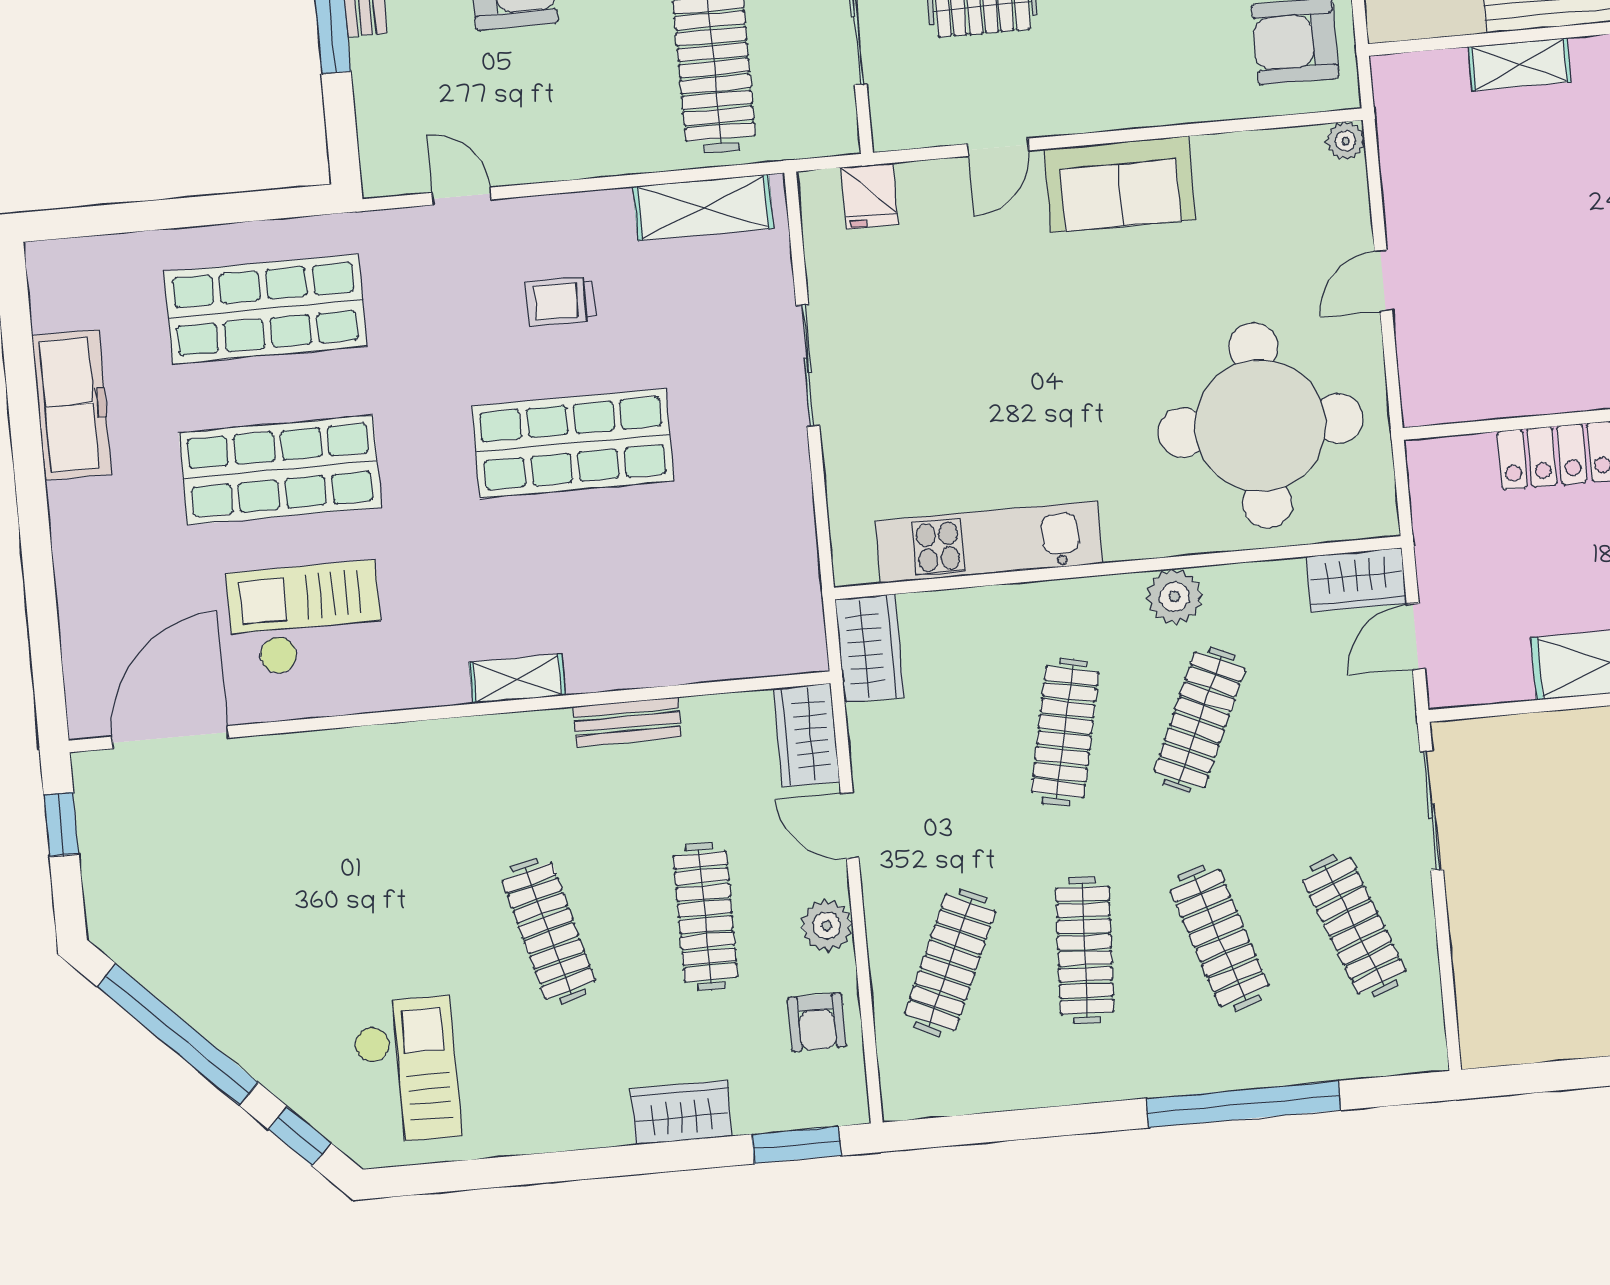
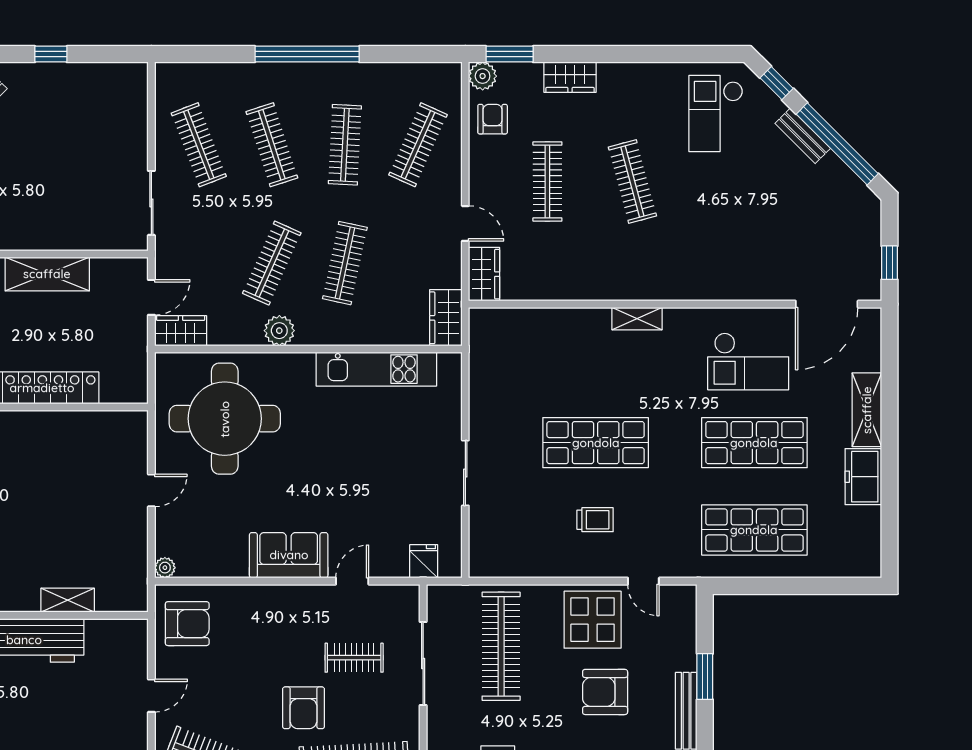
display table: (549, 117) -> (593, 620), added
shelving: (703, 207) -> (867, 410), moved, turned 90
freezer: (72, 405) -> (863, 477), width x0.71
bench: (627, 722) -> (803, 136), moved, turned 45
plant: (827, 926) -> (483, 76), moved
window: (1244, 1104) -> (307, 54), moved

